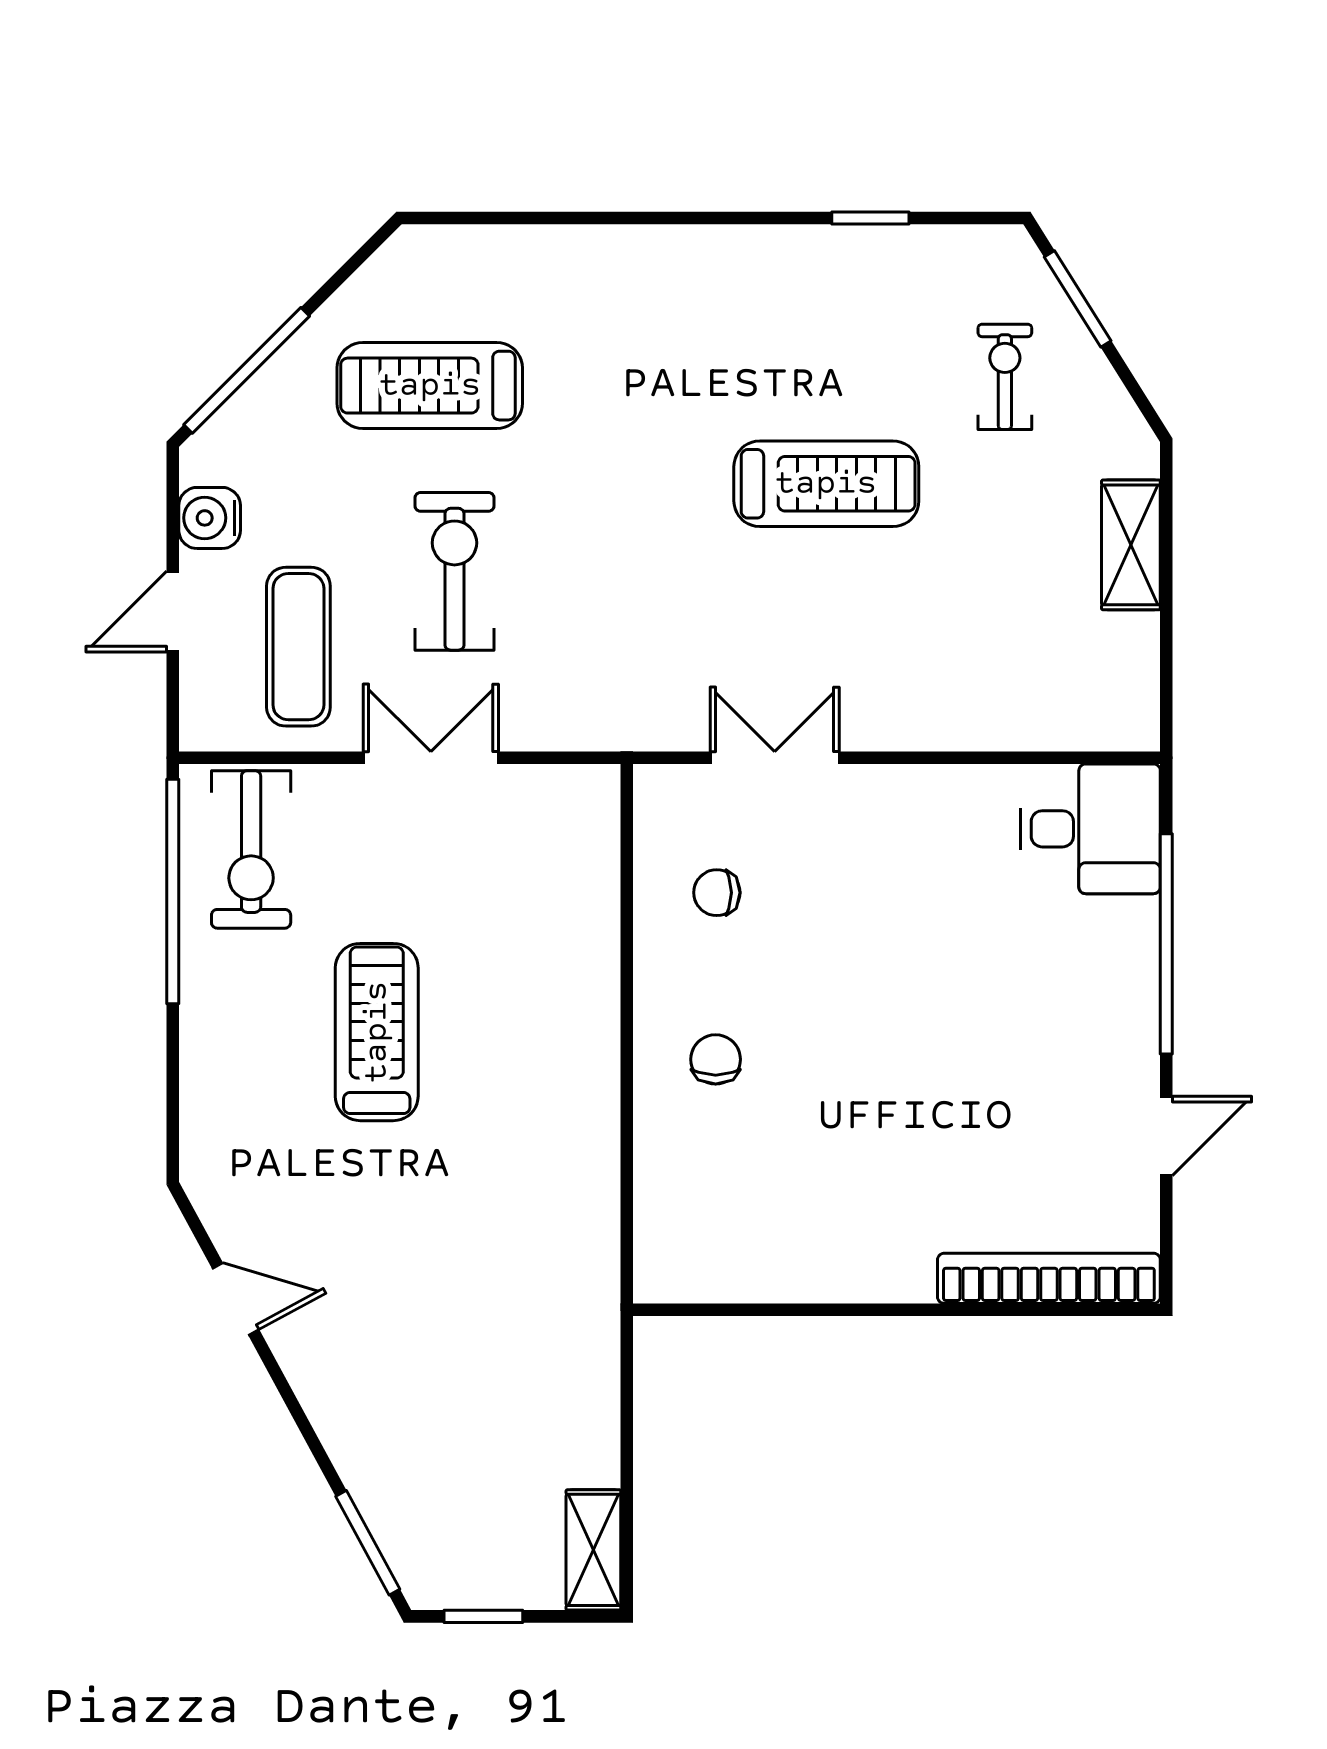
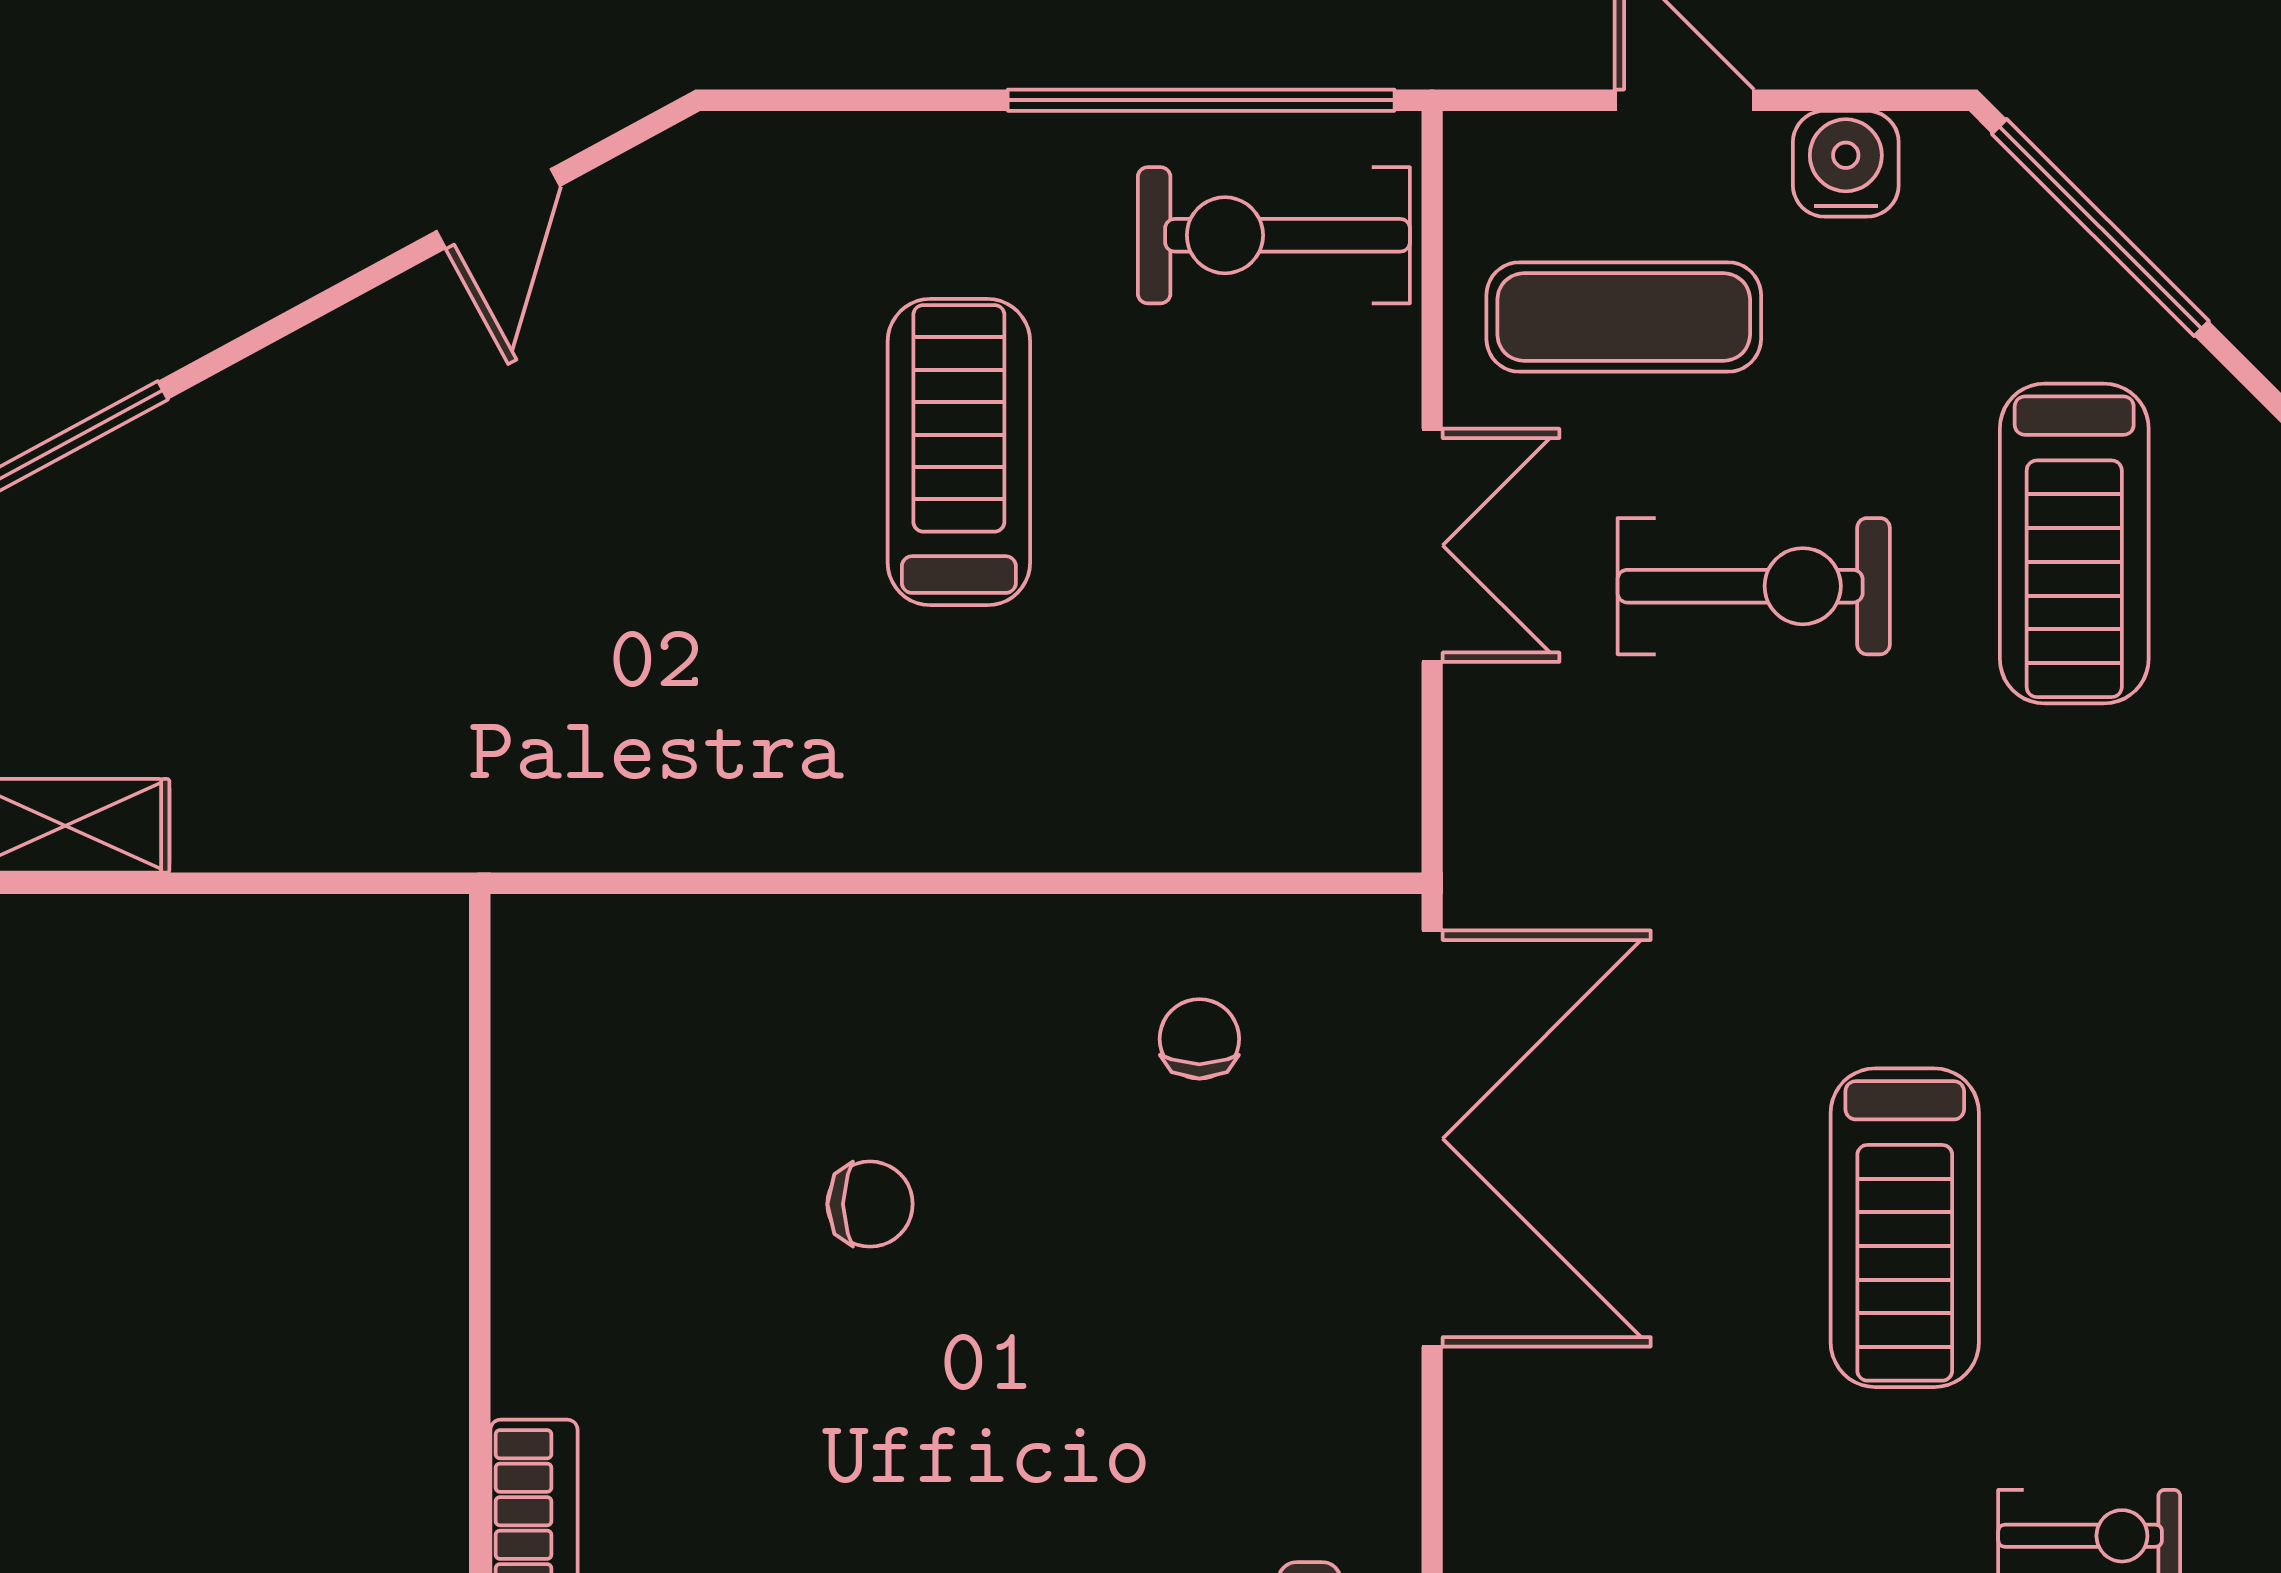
treadmill: (430, 386) -> (2074, 544), turned 180
double door: (775, 758) -> (1432, 1139), width x1.87
treadmill: (377, 1032) -> (959, 452), turned -90
chair: (716, 1059) -> (870, 1204), moved

